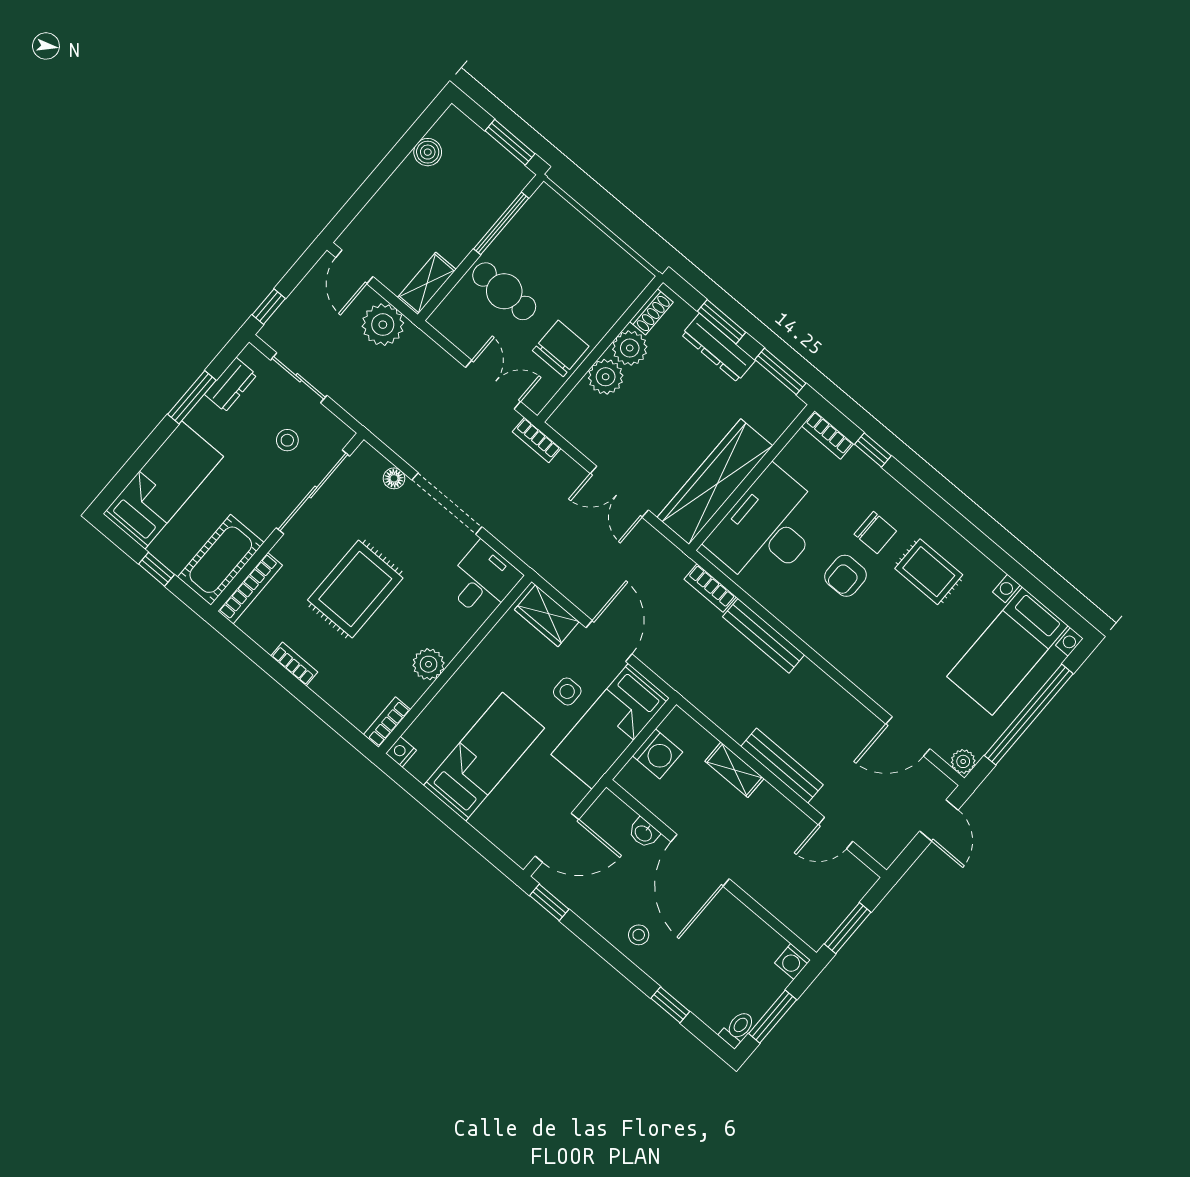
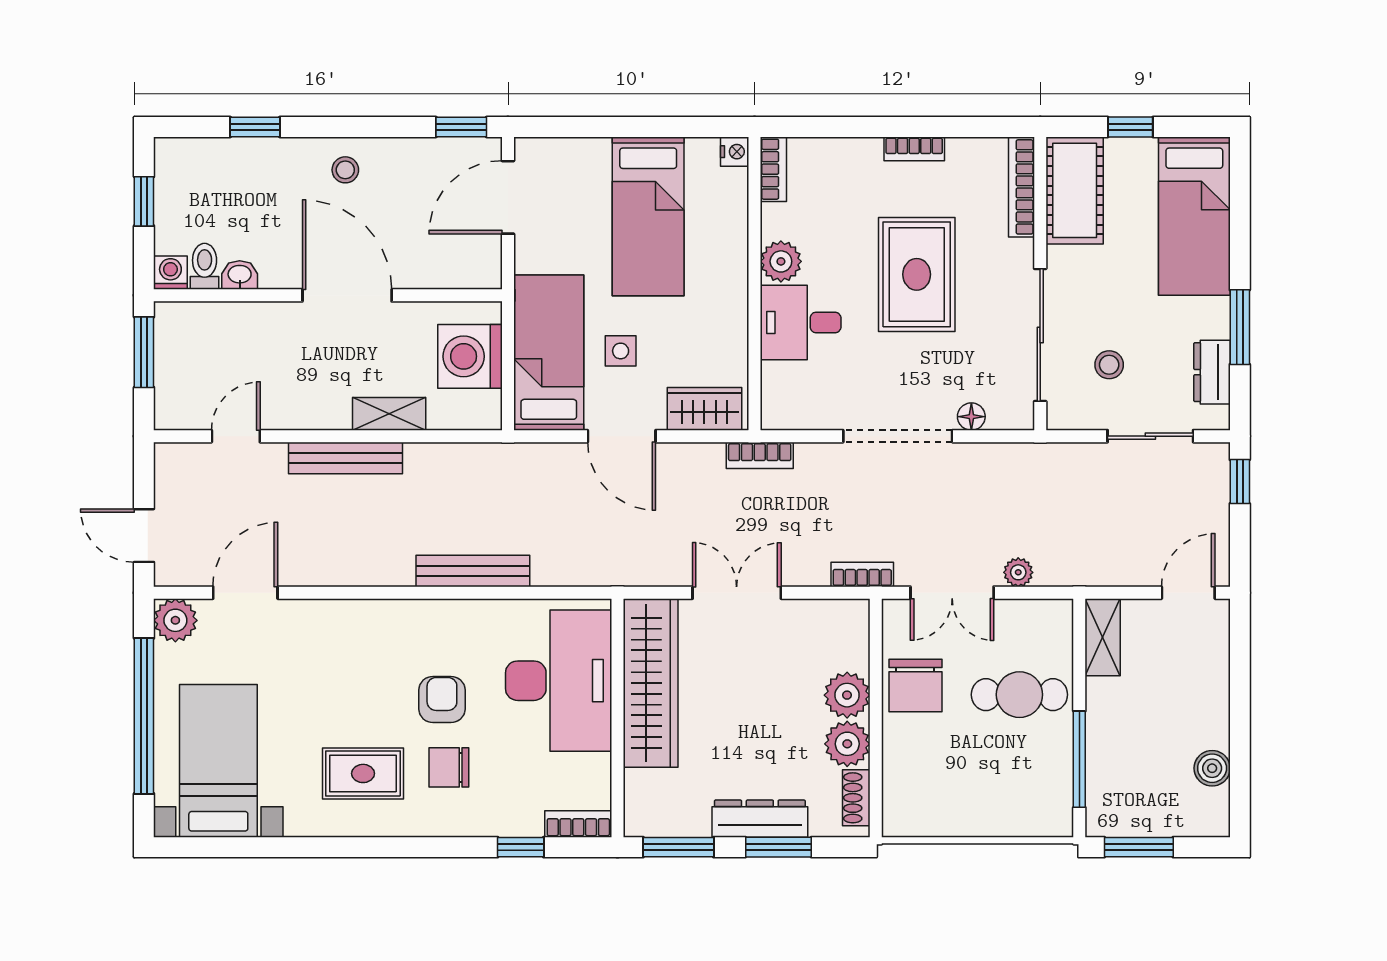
door: (354, 267) -> (1188, 593), hinge flipped
plant: (383, 325) -> (1018, 572), moved, width x0.53, depth x0.53
desk: (483, 580) -> (801, 322), moved, turned 90
bookcase: (710, 588) -> (760, 455), moved, turned 180
washing machine: (658, 754) -> (470, 356), width x1.37, depth x1.37
plant: (963, 761) -> (175, 620), width x1.38, depth x1.38
washbasin: (644, 833) -> (240, 275), moved
window: (773, 1017) -> (144, 201), width x0.67
toilet: (737, 1029) -> (205, 266), moved, turned 180

